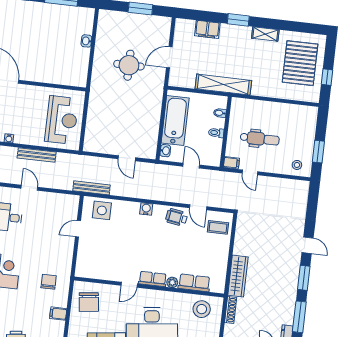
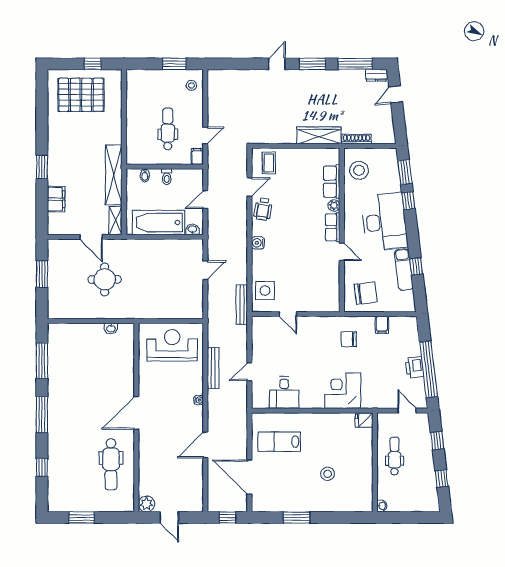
shelving: (265, 34) -> (115, 220), moved
washbasin: (86, 41) -> (111, 328), moved

